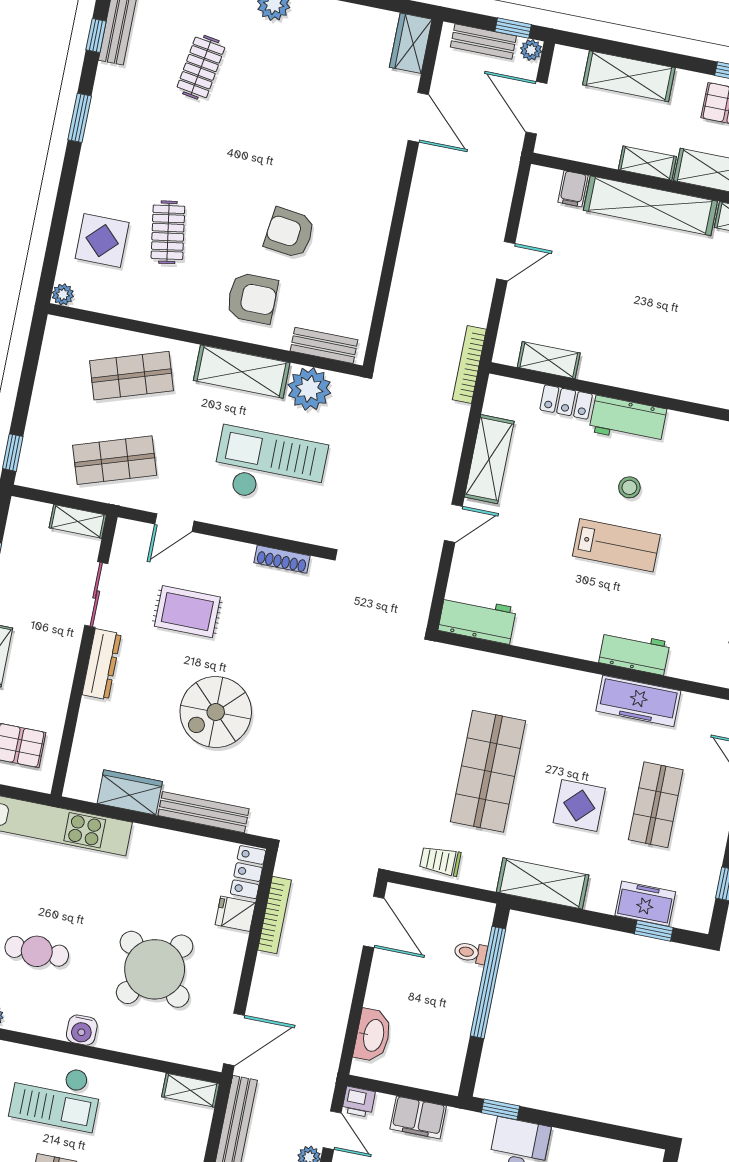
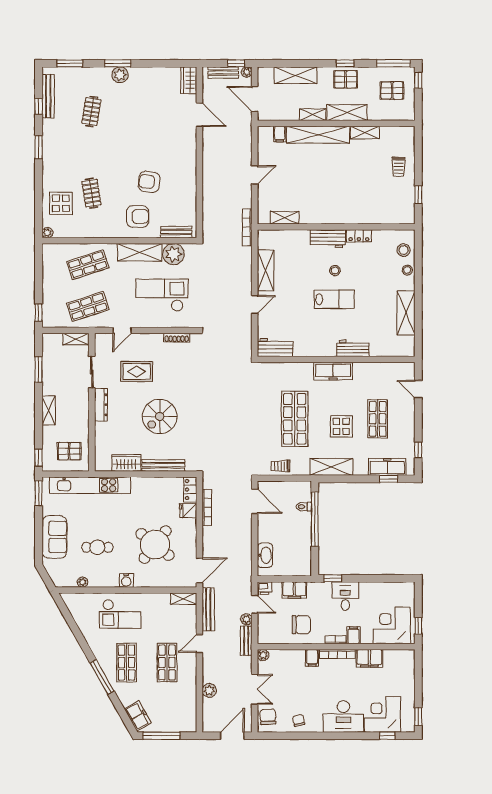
locker: (566, 402) -> (359, 236), moved
freezer: (638, 701) -> (333, 371), moved
freezer: (645, 904) -> (387, 467), width x1.40

